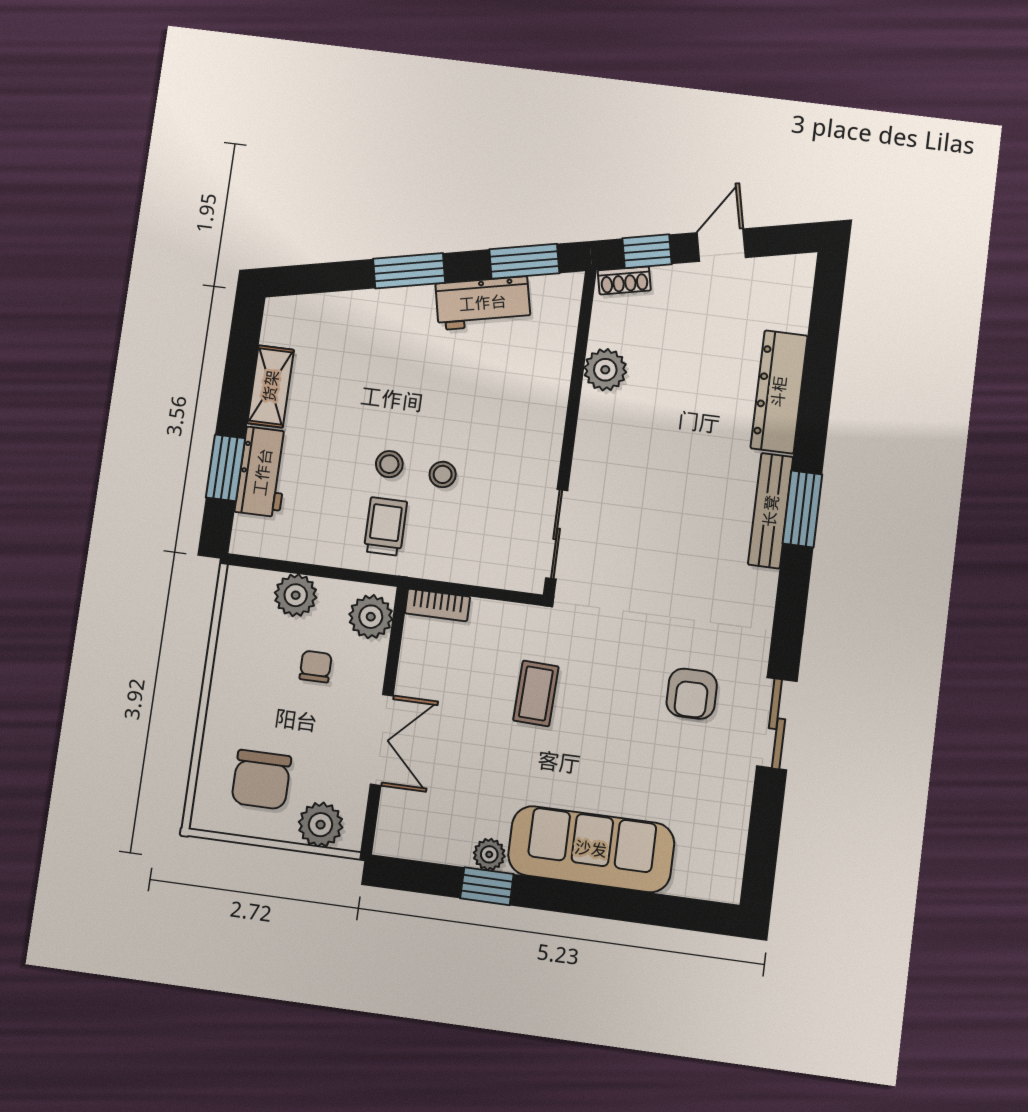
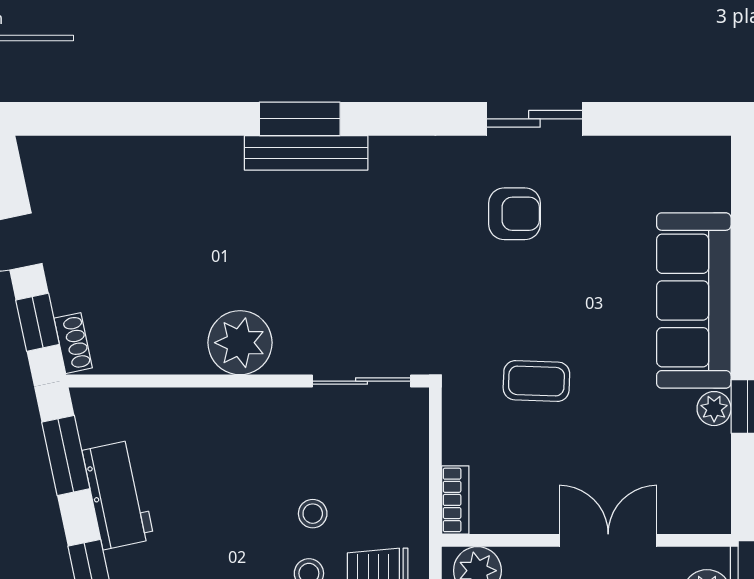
plant: (605, 370) -> (240, 343), moved, width x1.36, depth x1.36
dresser: (779, 392) -> (175, 159), removed

